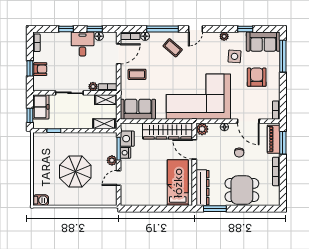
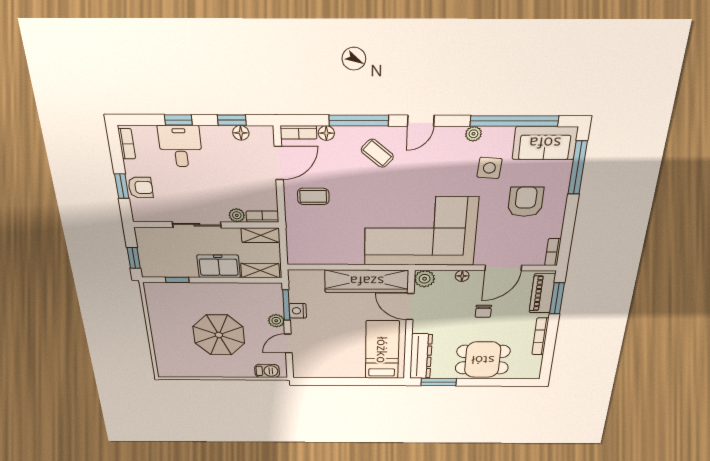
window: (245, 29) -> (514, 121), width x3.17
desk: (83, 44) -> (180, 146), moved
freezer: (41, 107) -> (219, 266), moved, turned -90
sofa: (138, 109) -> (316, 250), removed
door: (248, 121) -> (503, 268), hinge flipped
nightstand: (127, 139) -> (300, 292), removed
barbecue: (41, 200) -> (267, 371), moved

